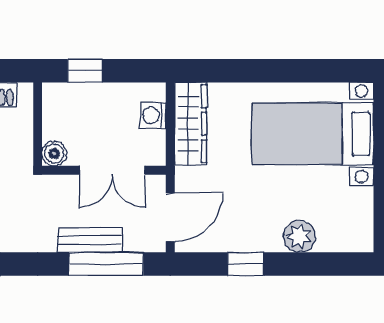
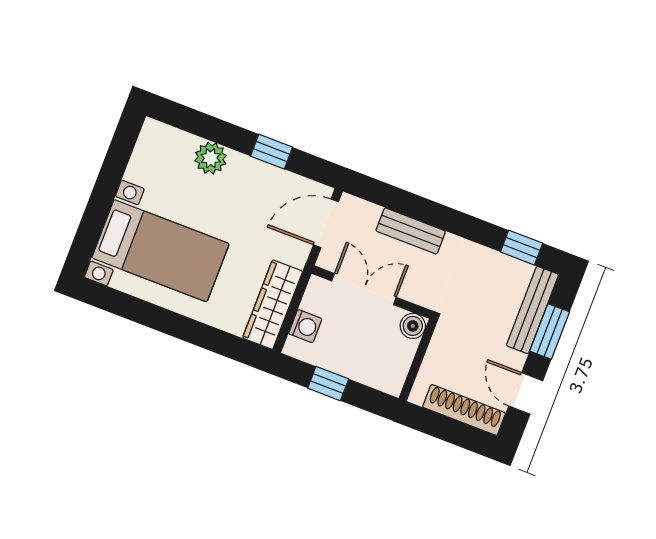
window: (85, 71) -> (328, 384), moved
window: (106, 264) -> (404, 202), removed

